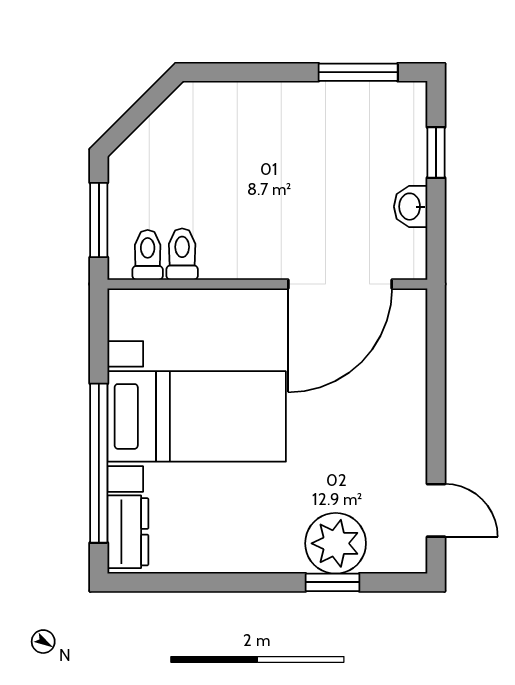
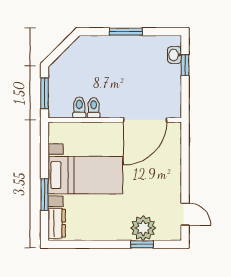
window: (358, 72) -> (126, 32), moved
washbasin: (411, 207) -> (175, 55), moved
toilet: (148, 255) -> (94, 108), moved
window: (99, 463) -> (45, 195), width x0.47

